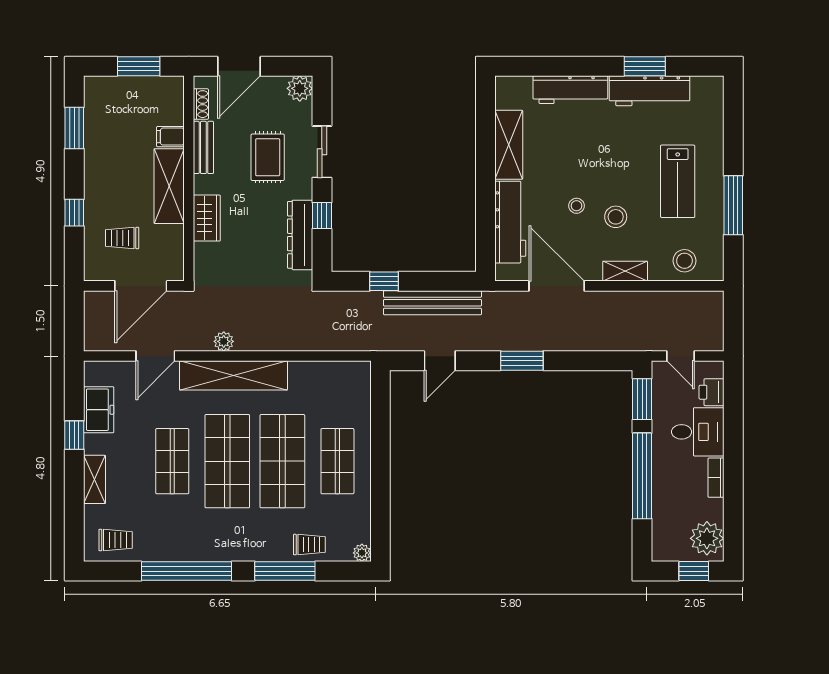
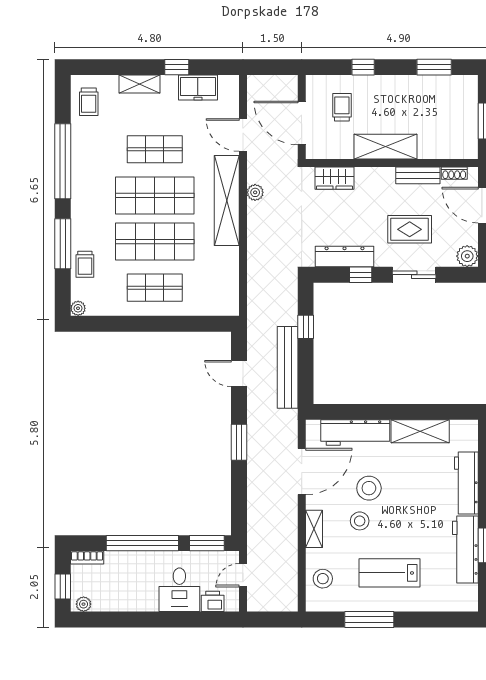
filing cabinet: (170, 137) -> (427, 148), removed
stool: (577, 206) -> (369, 488), width x1.89, depth x1.89
wardrobe: (207, 218) -> (335, 178), moved
bookcase: (716, 478) -> (87, 558), moved, turned 180
plant: (707, 538) -> (84, 604), width x0.53, depth x0.53

